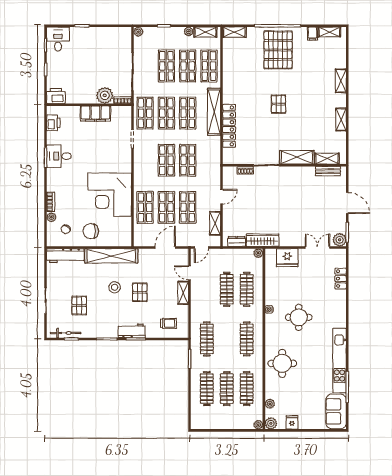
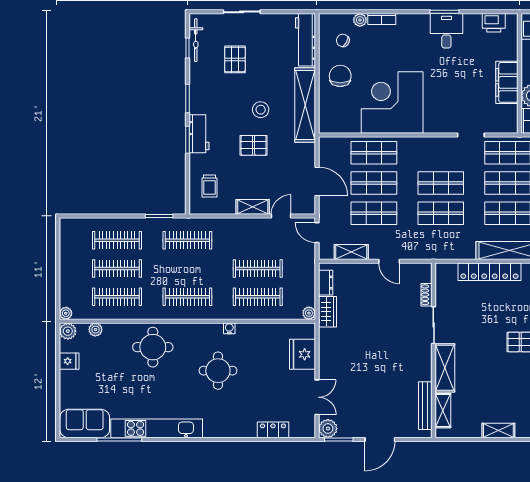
bench: (328, 171) -> (425, 406), width x1.36
wardrobe: (263, 240) -> (327, 312), width x0.67
pallet: (79, 305) -> (235, 59), turned 90

